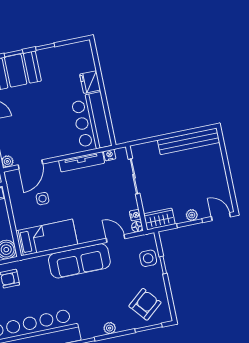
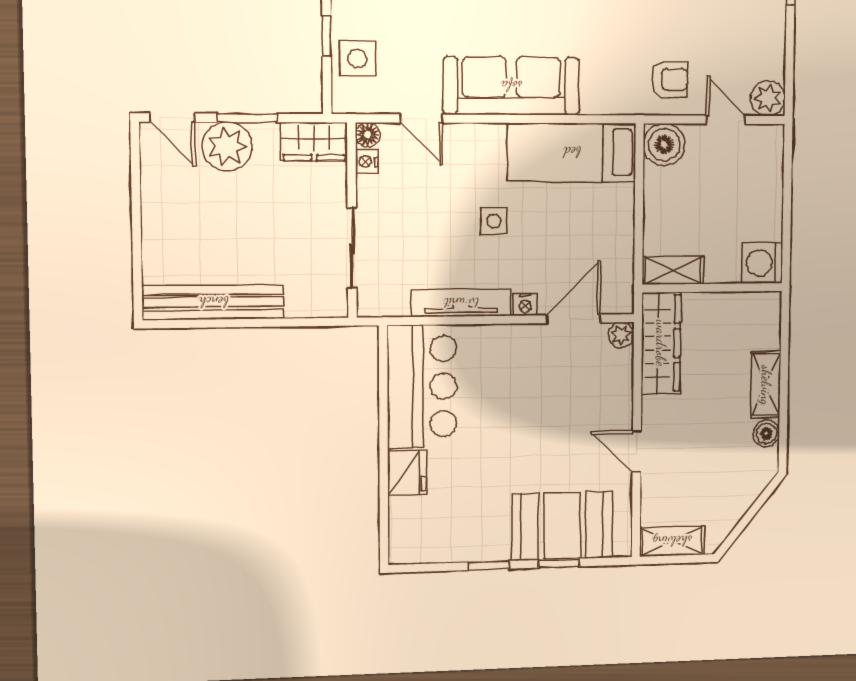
nightstand: (110, 155) -> (525, 304), moved
side table: (43, 199) -> (494, 221), moved
plant: (192, 215) -> (227, 147), width x1.87, depth x1.87

